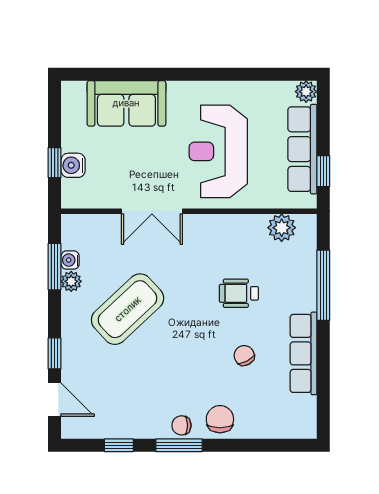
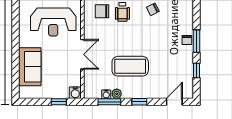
water cooler: (73, 165) -> (75, 93), moved
coffee table: (128, 309) -> (130, 66), turned -47
window: (55, 353) -> (139, 102), moved
chair: (220, 419) -> (102, 11), moved

